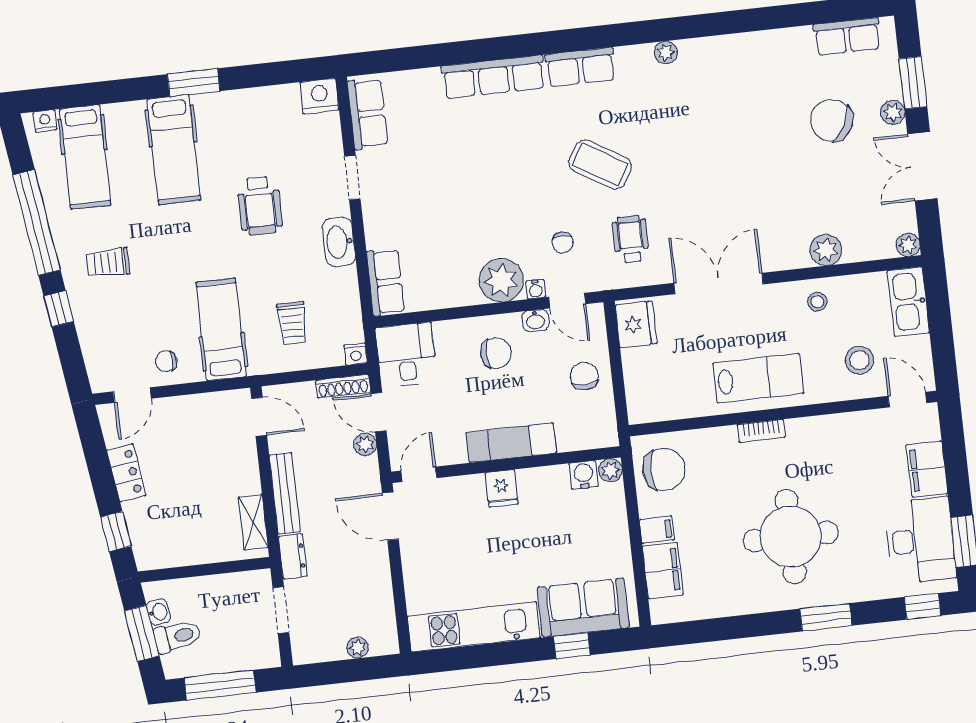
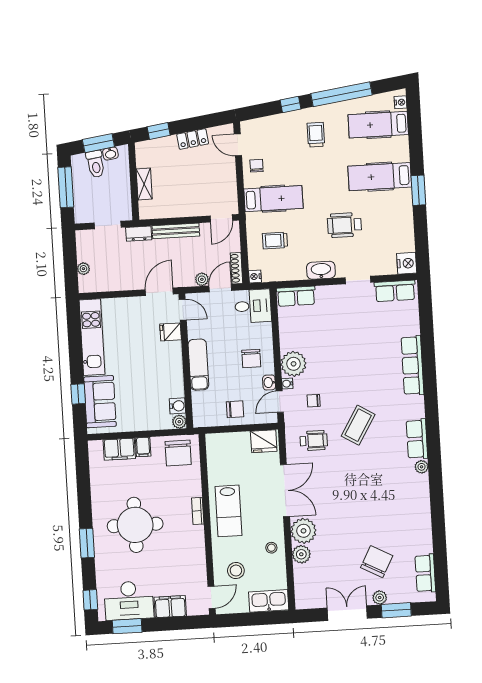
row of seats: (580, 67) -> (417, 439), moved
plant: (908, 245) -> (303, 531), moved, width x1.88, depth x1.88
fridge: (502, 488) -> (171, 332), moved
shelving: (253, 522) -> (144, 184), moved, turned 90

